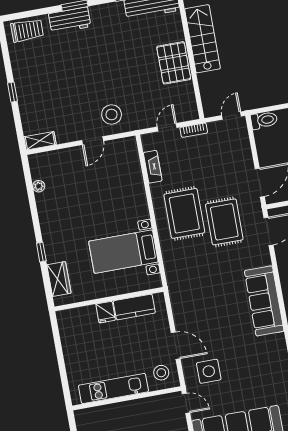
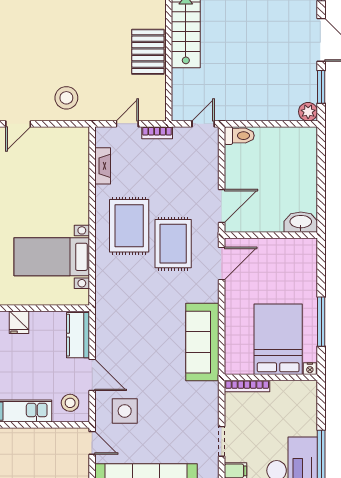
door: (93, 141) -> (18, 124), moved
kitchen counter: (134, 307) -> (78, 335), moved, turned 90

